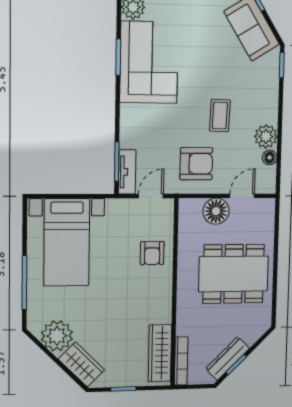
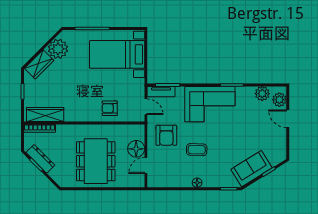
corner sofa: (149, 62) -> (210, 104), moved
plant: (266, 136) -> (184, 180), removed
floor lamp: (270, 158) -> (197, 183), moved
door: (242, 196) -> (146, 165), swing flipped

